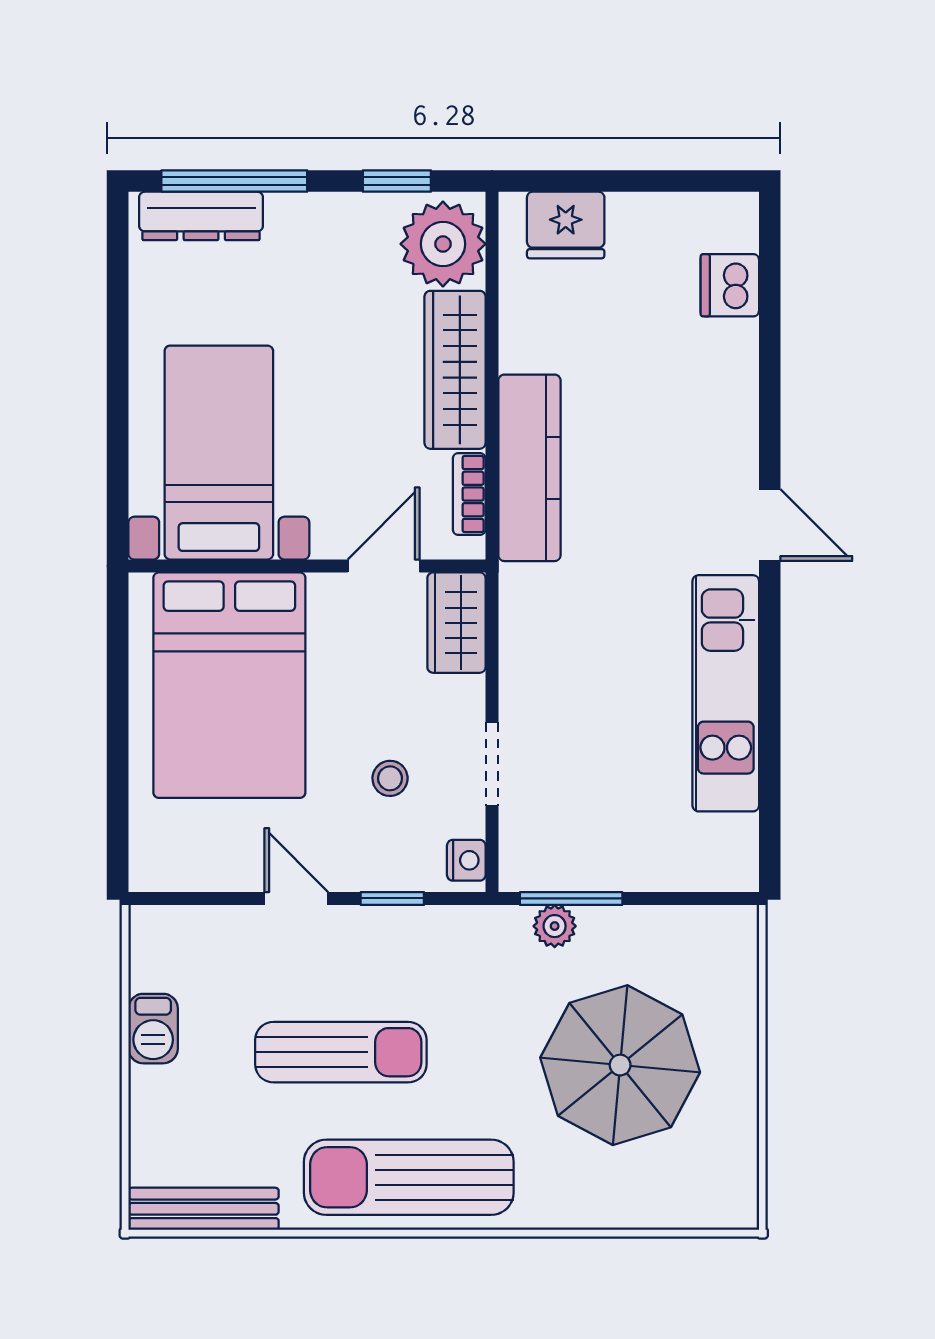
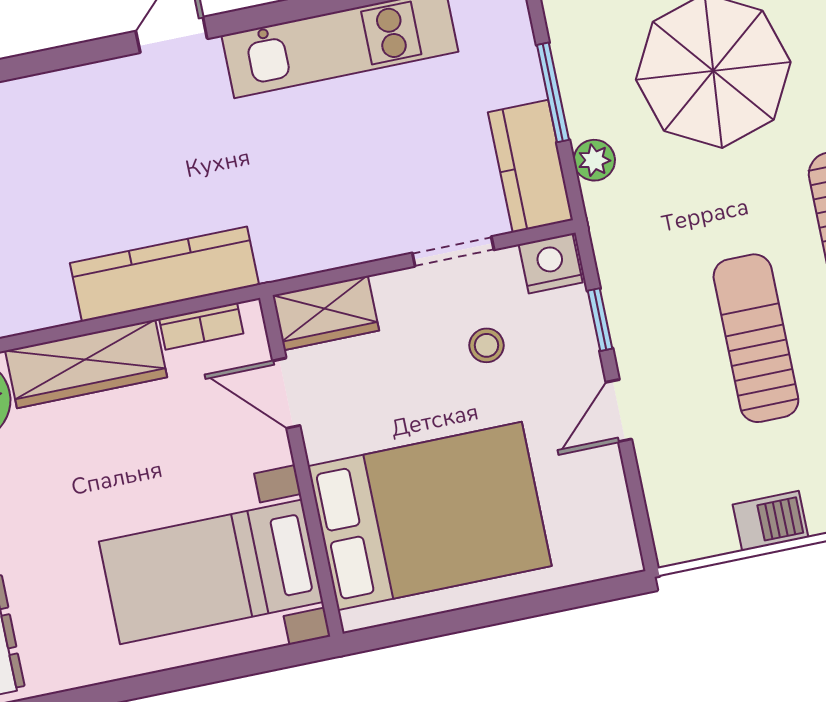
nightstand: (466, 860) -> (551, 263), width x1.39, depth x1.35
kitchen counter: (562, 860) -> (530, 166), added
window: (571, 898) -> (553, 92), moved

